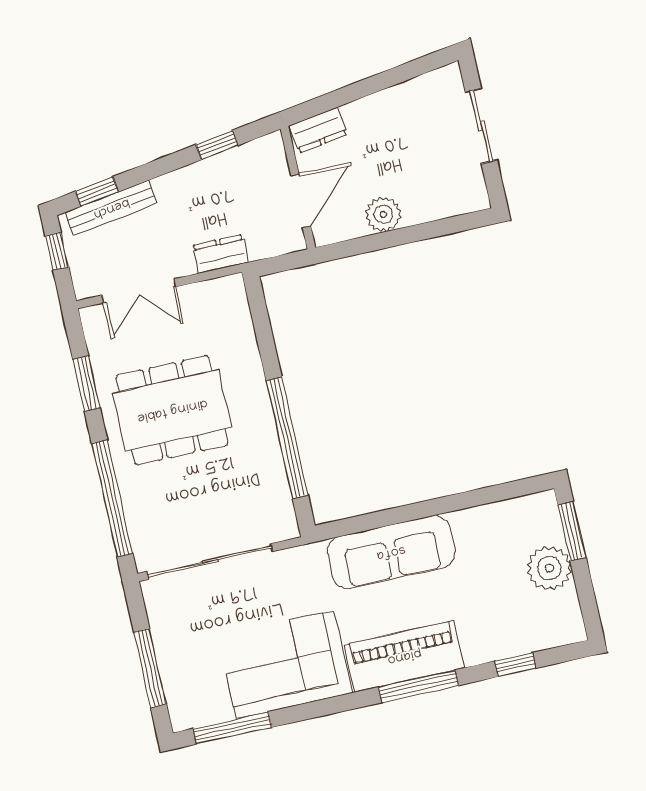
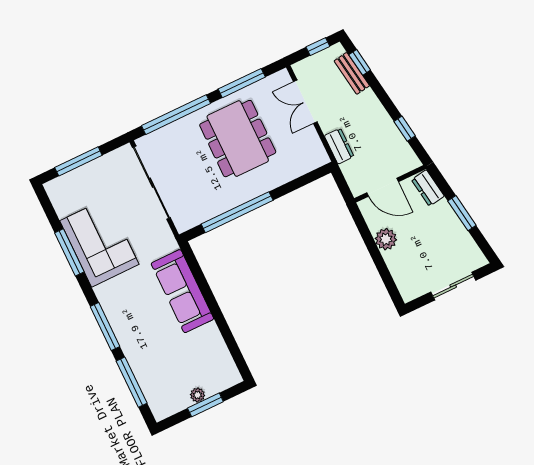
window: (370, 86) -> (462, 213), added
bench: (111, 208) -> (352, 73), width x0.73
window: (87, 384) -> (242, 83), width x1.44
window: (572, 531) -> (205, 405), moved
plant: (549, 568) -> (198, 395), width x0.53, depth x0.53
piano: (404, 656) -> (121, 314), removed
window: (515, 665) -> (132, 382), width x2.17
window: (232, 728) -> (69, 252), moved

